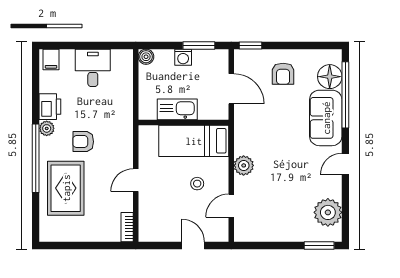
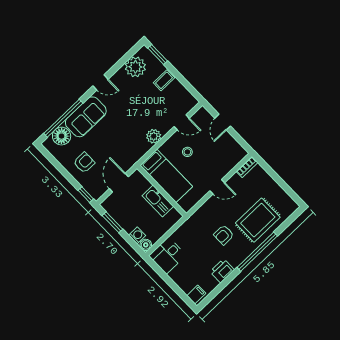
washing machine: (183, 57) -> (137, 235), moved
desk: (93, 68) -> (167, 256), moved
plant: (47, 128) -> (236, 261), removed
armchair: (83, 142) -> (224, 235), turned 90
coffee table: (288, 228) -> (164, 80), added

